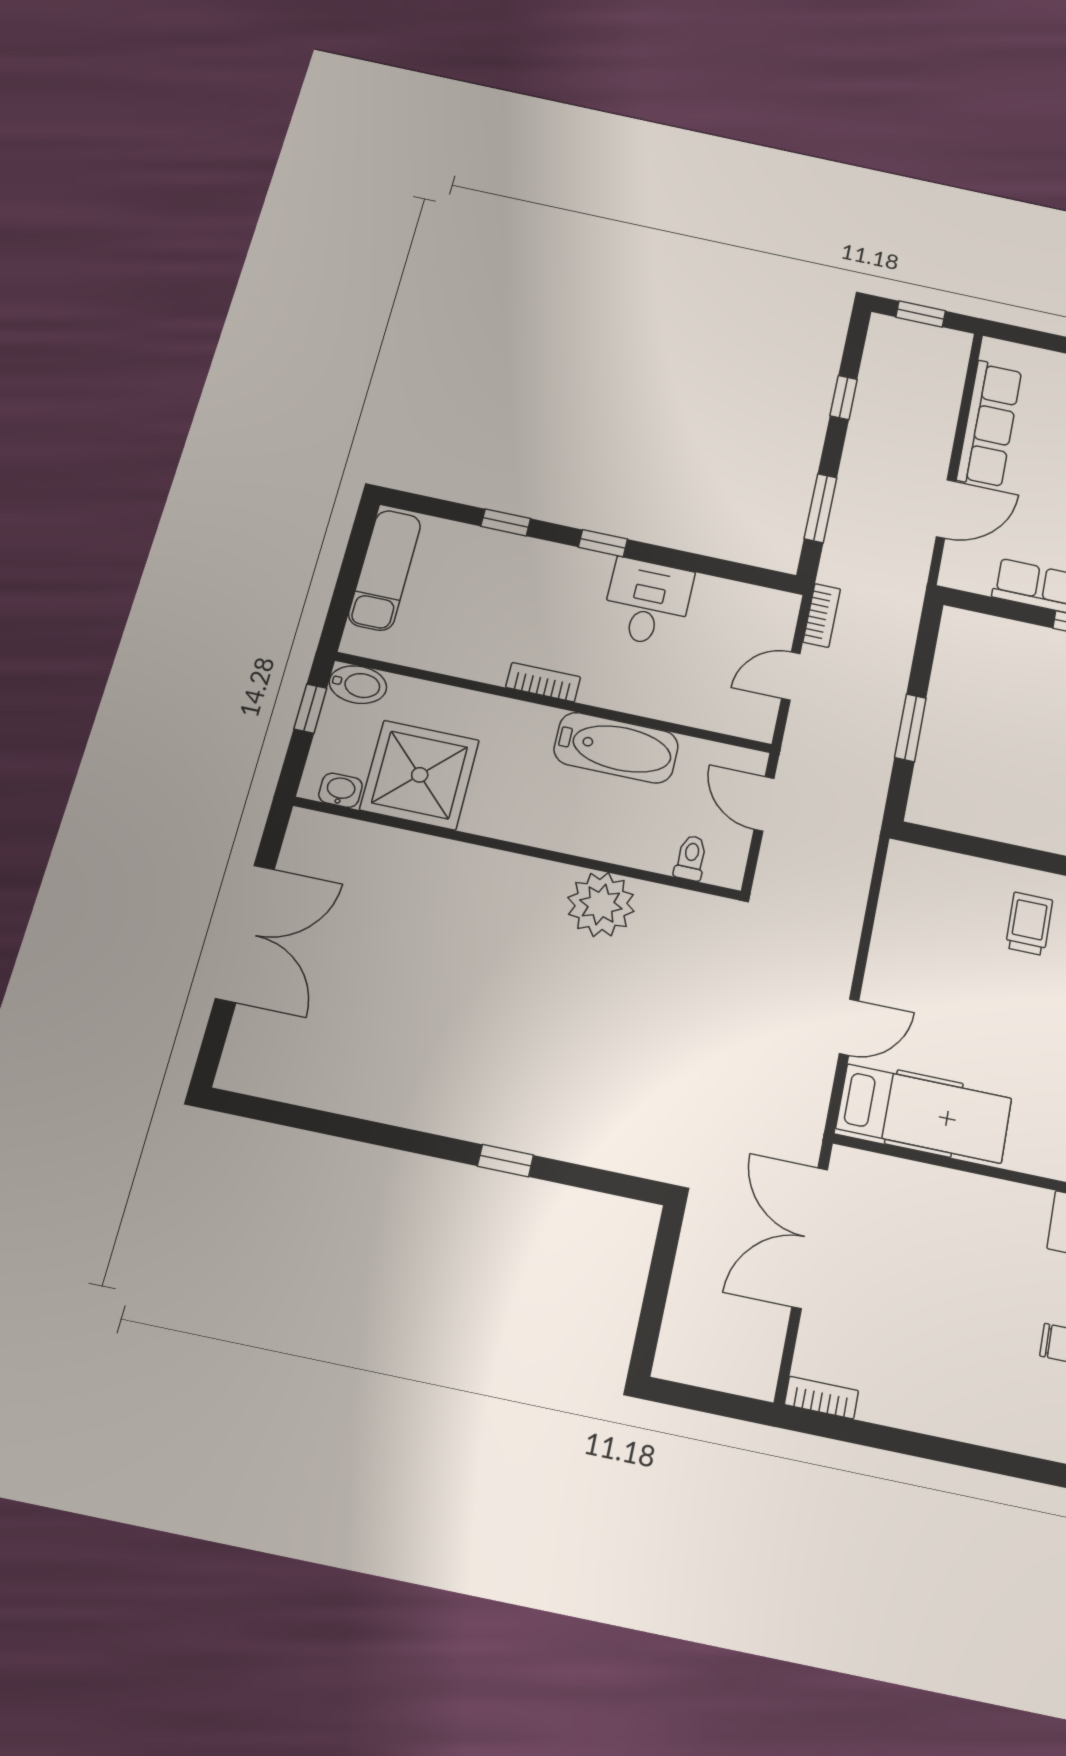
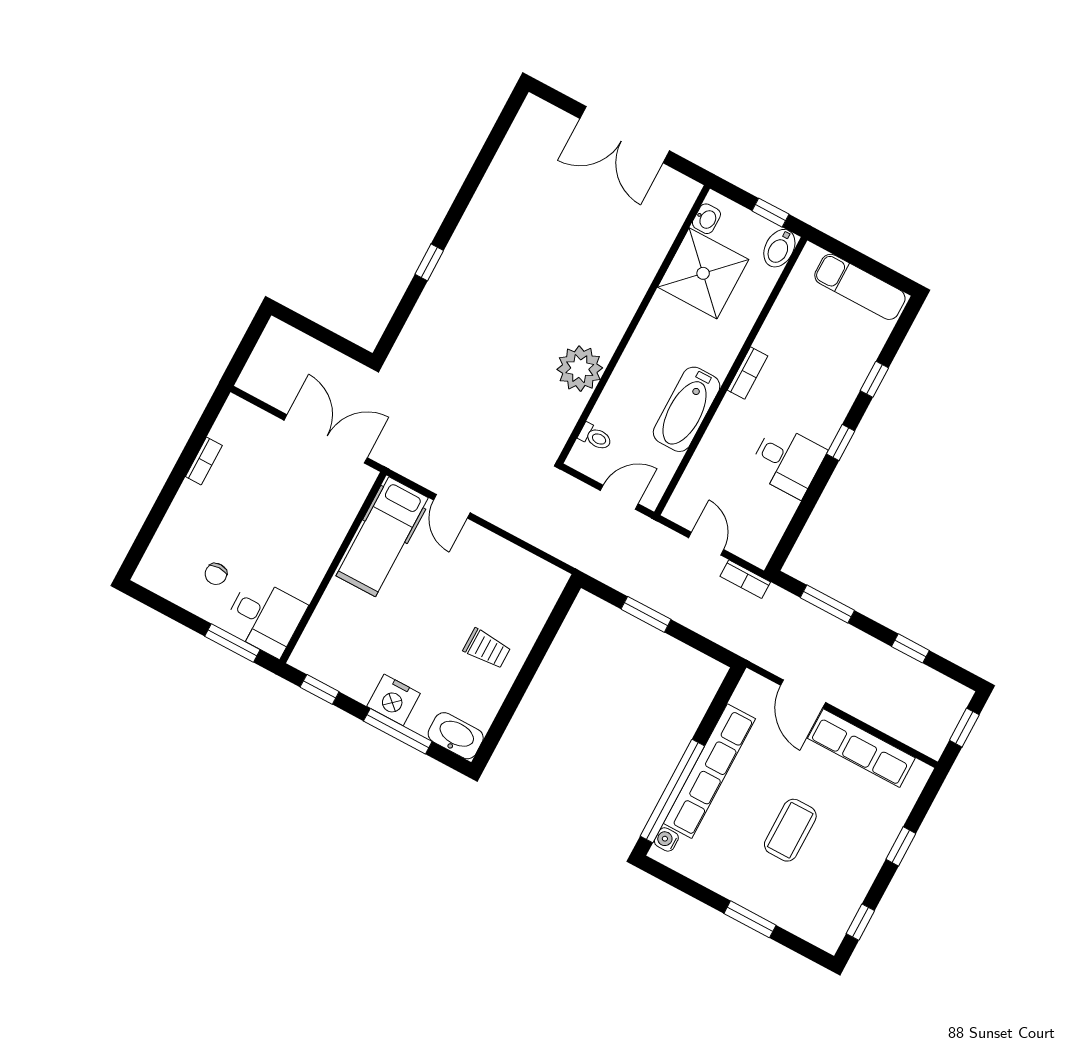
bookcase: (821, 1398) -> (204, 461), moved

